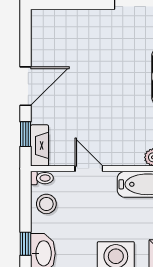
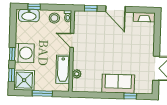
fireplace: (40, 145) -> (144, 17), moved
door: (89, 169) -> (72, 40), swing flipped

